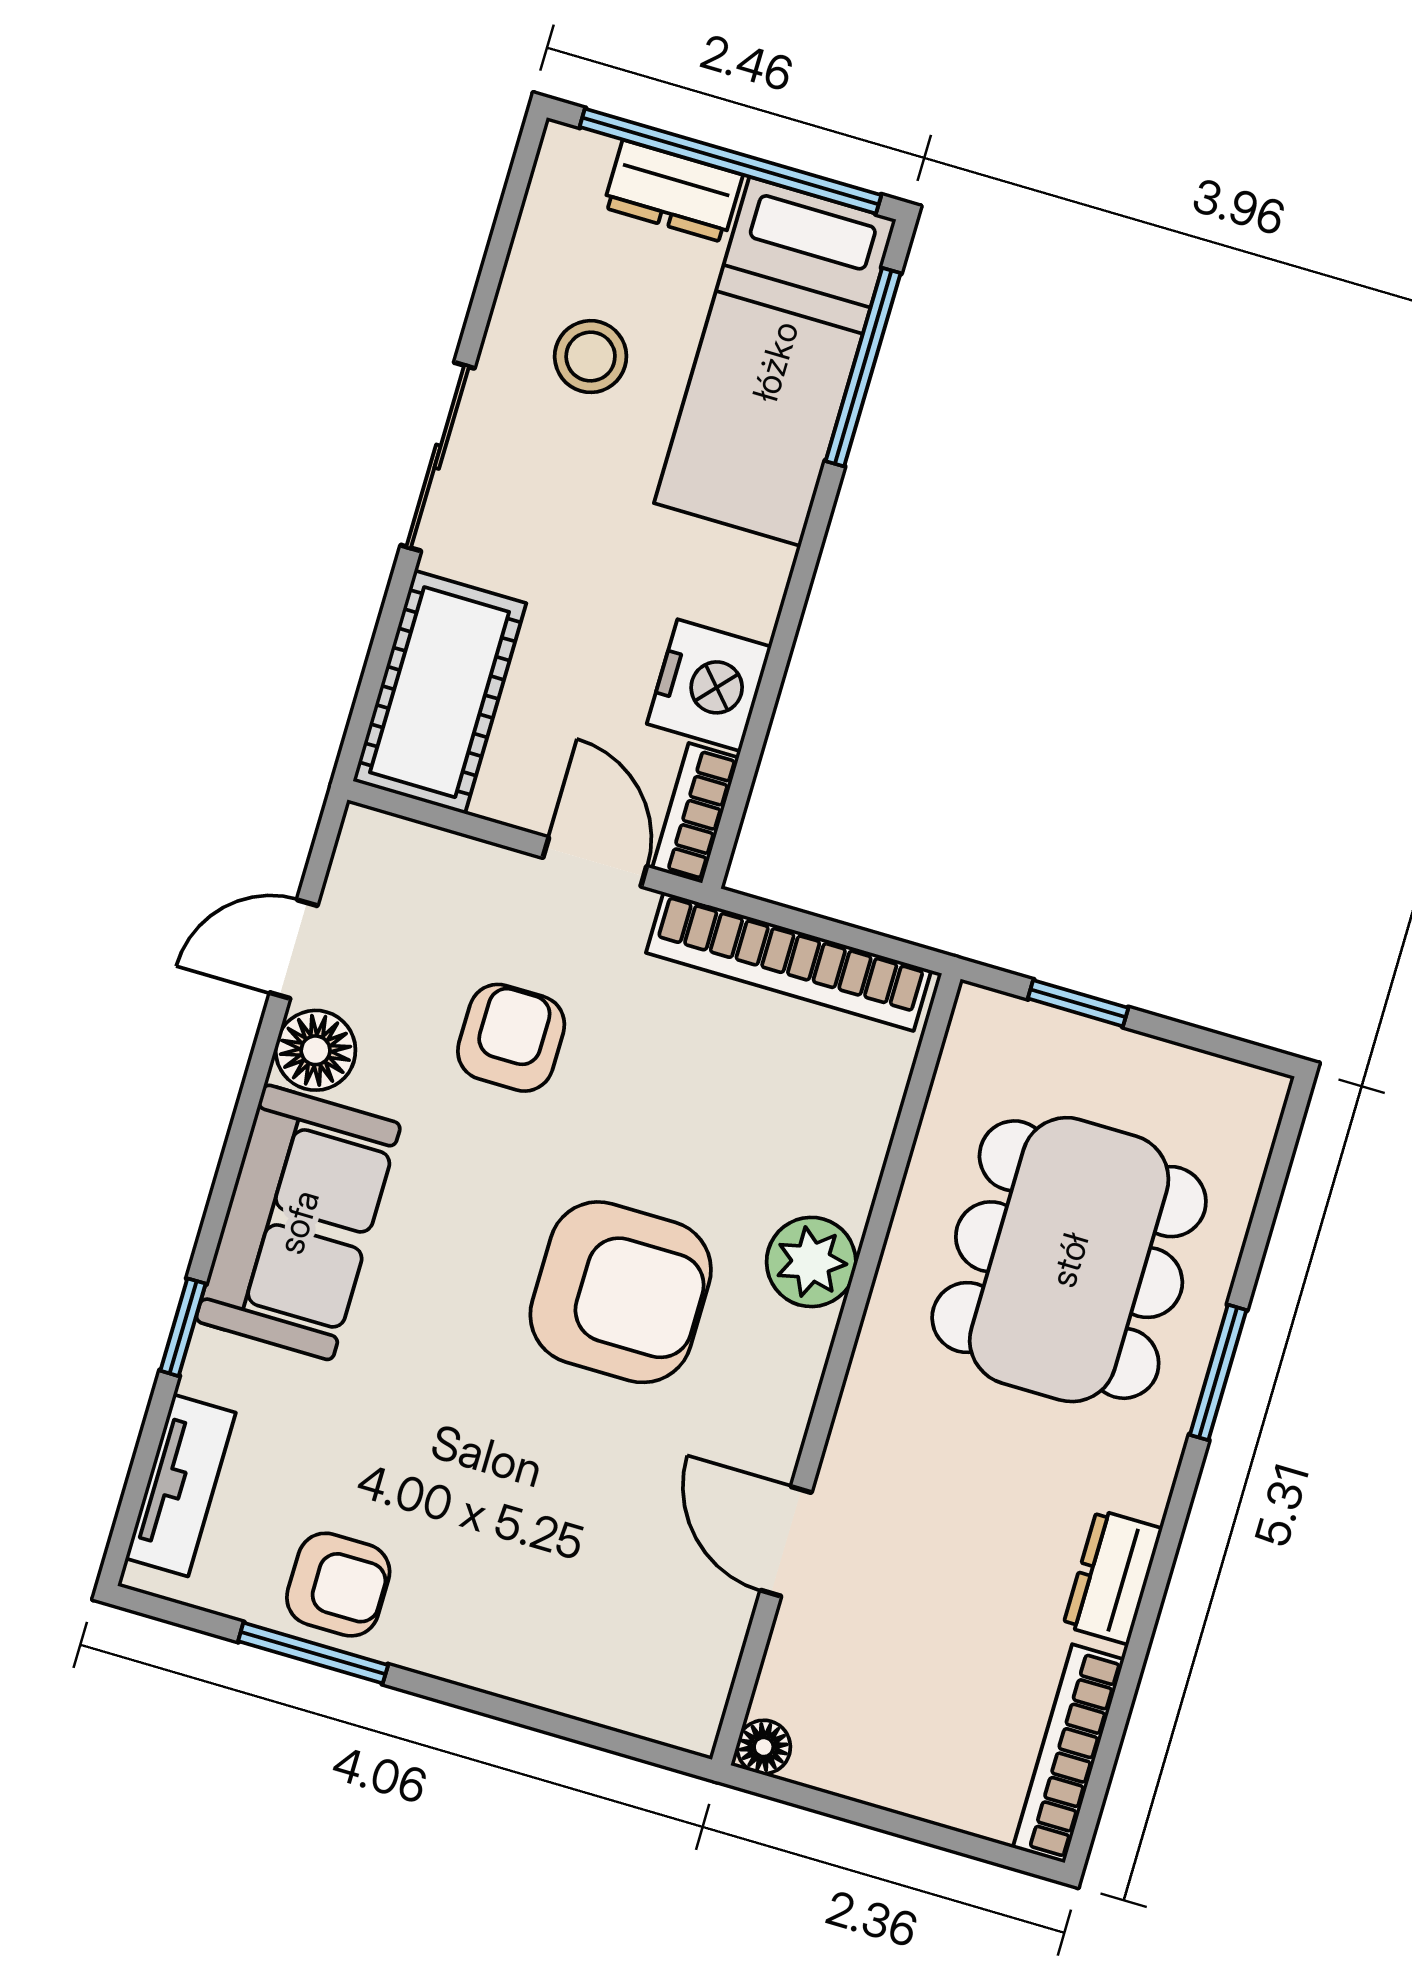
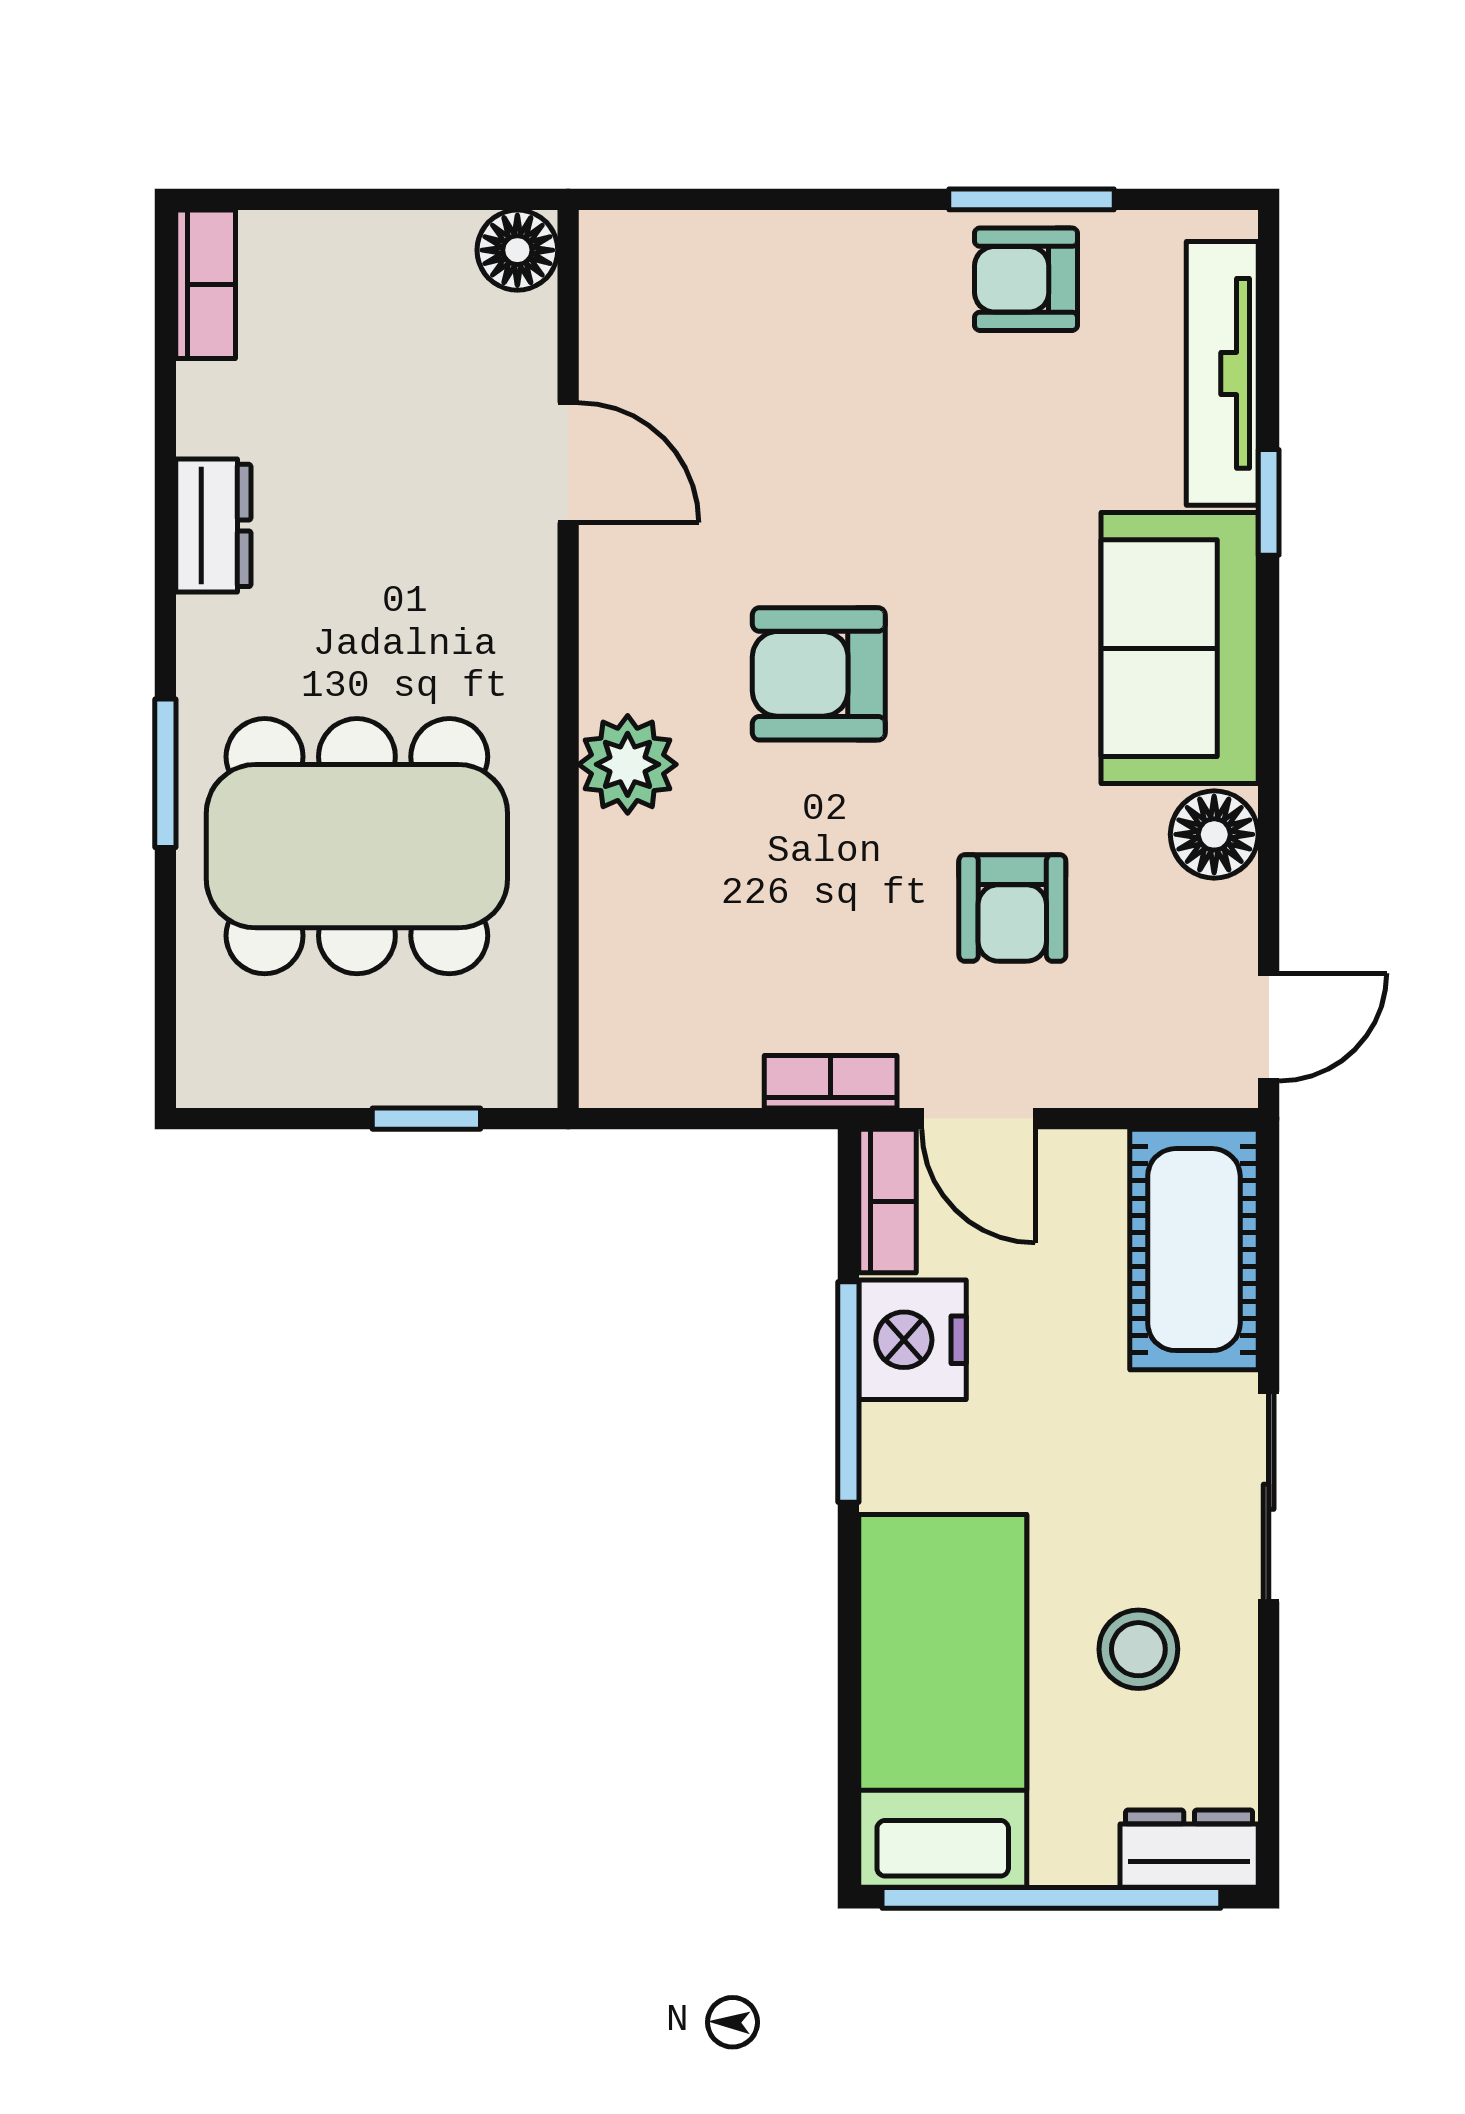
dresser: (673, 191) -> (1189, 1849), moved
window: (863, 367) -> (848, 1392), moved
door: (294, 949) -> (1269, 1027), moved
bookcase: (789, 962) -> (831, 1082), width x0.43, depth x0.76
dining table: (1069, 1260) -> (357, 846), turned 90
armchair: (621, 1292) -> (819, 674), width x0.73, depth x0.73
tv unit: (181, 1485) -> (1222, 373), width x1.41
floor lamp: (764, 1747) -> (517, 250), width x1.37, depth x1.37
bookcase: (1068, 1754) -> (206, 284), width x0.64

